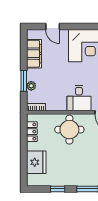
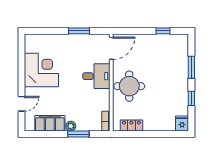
plant: (31, 86) -> (71, 126), moved
fridge: (36, 162) -> (182, 123), moved, width x0.53, depth x0.75

